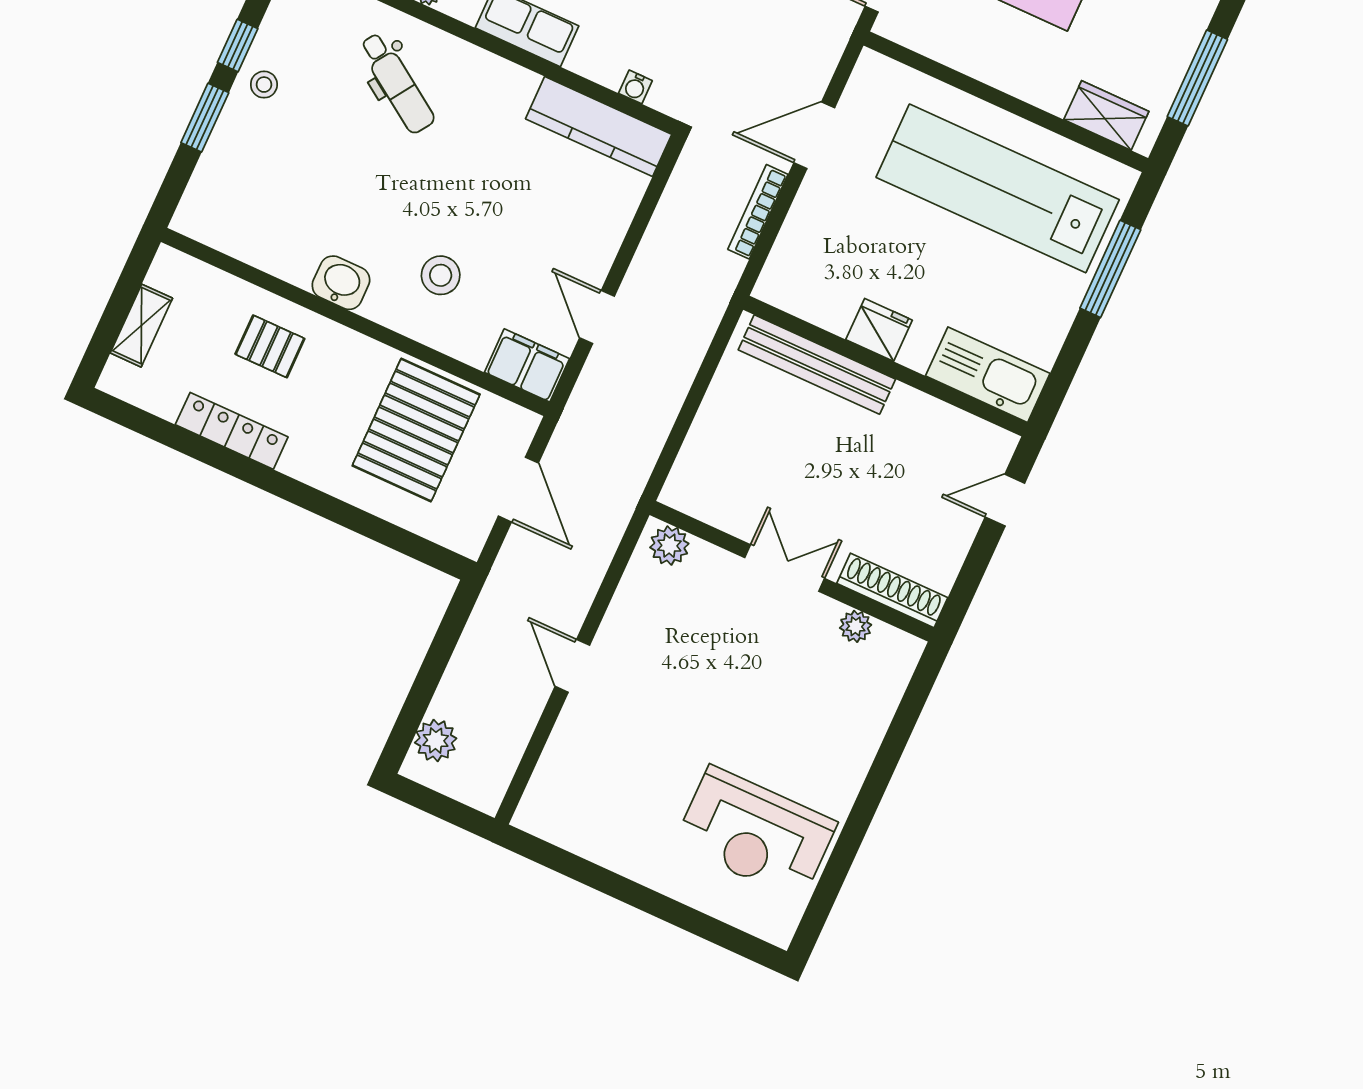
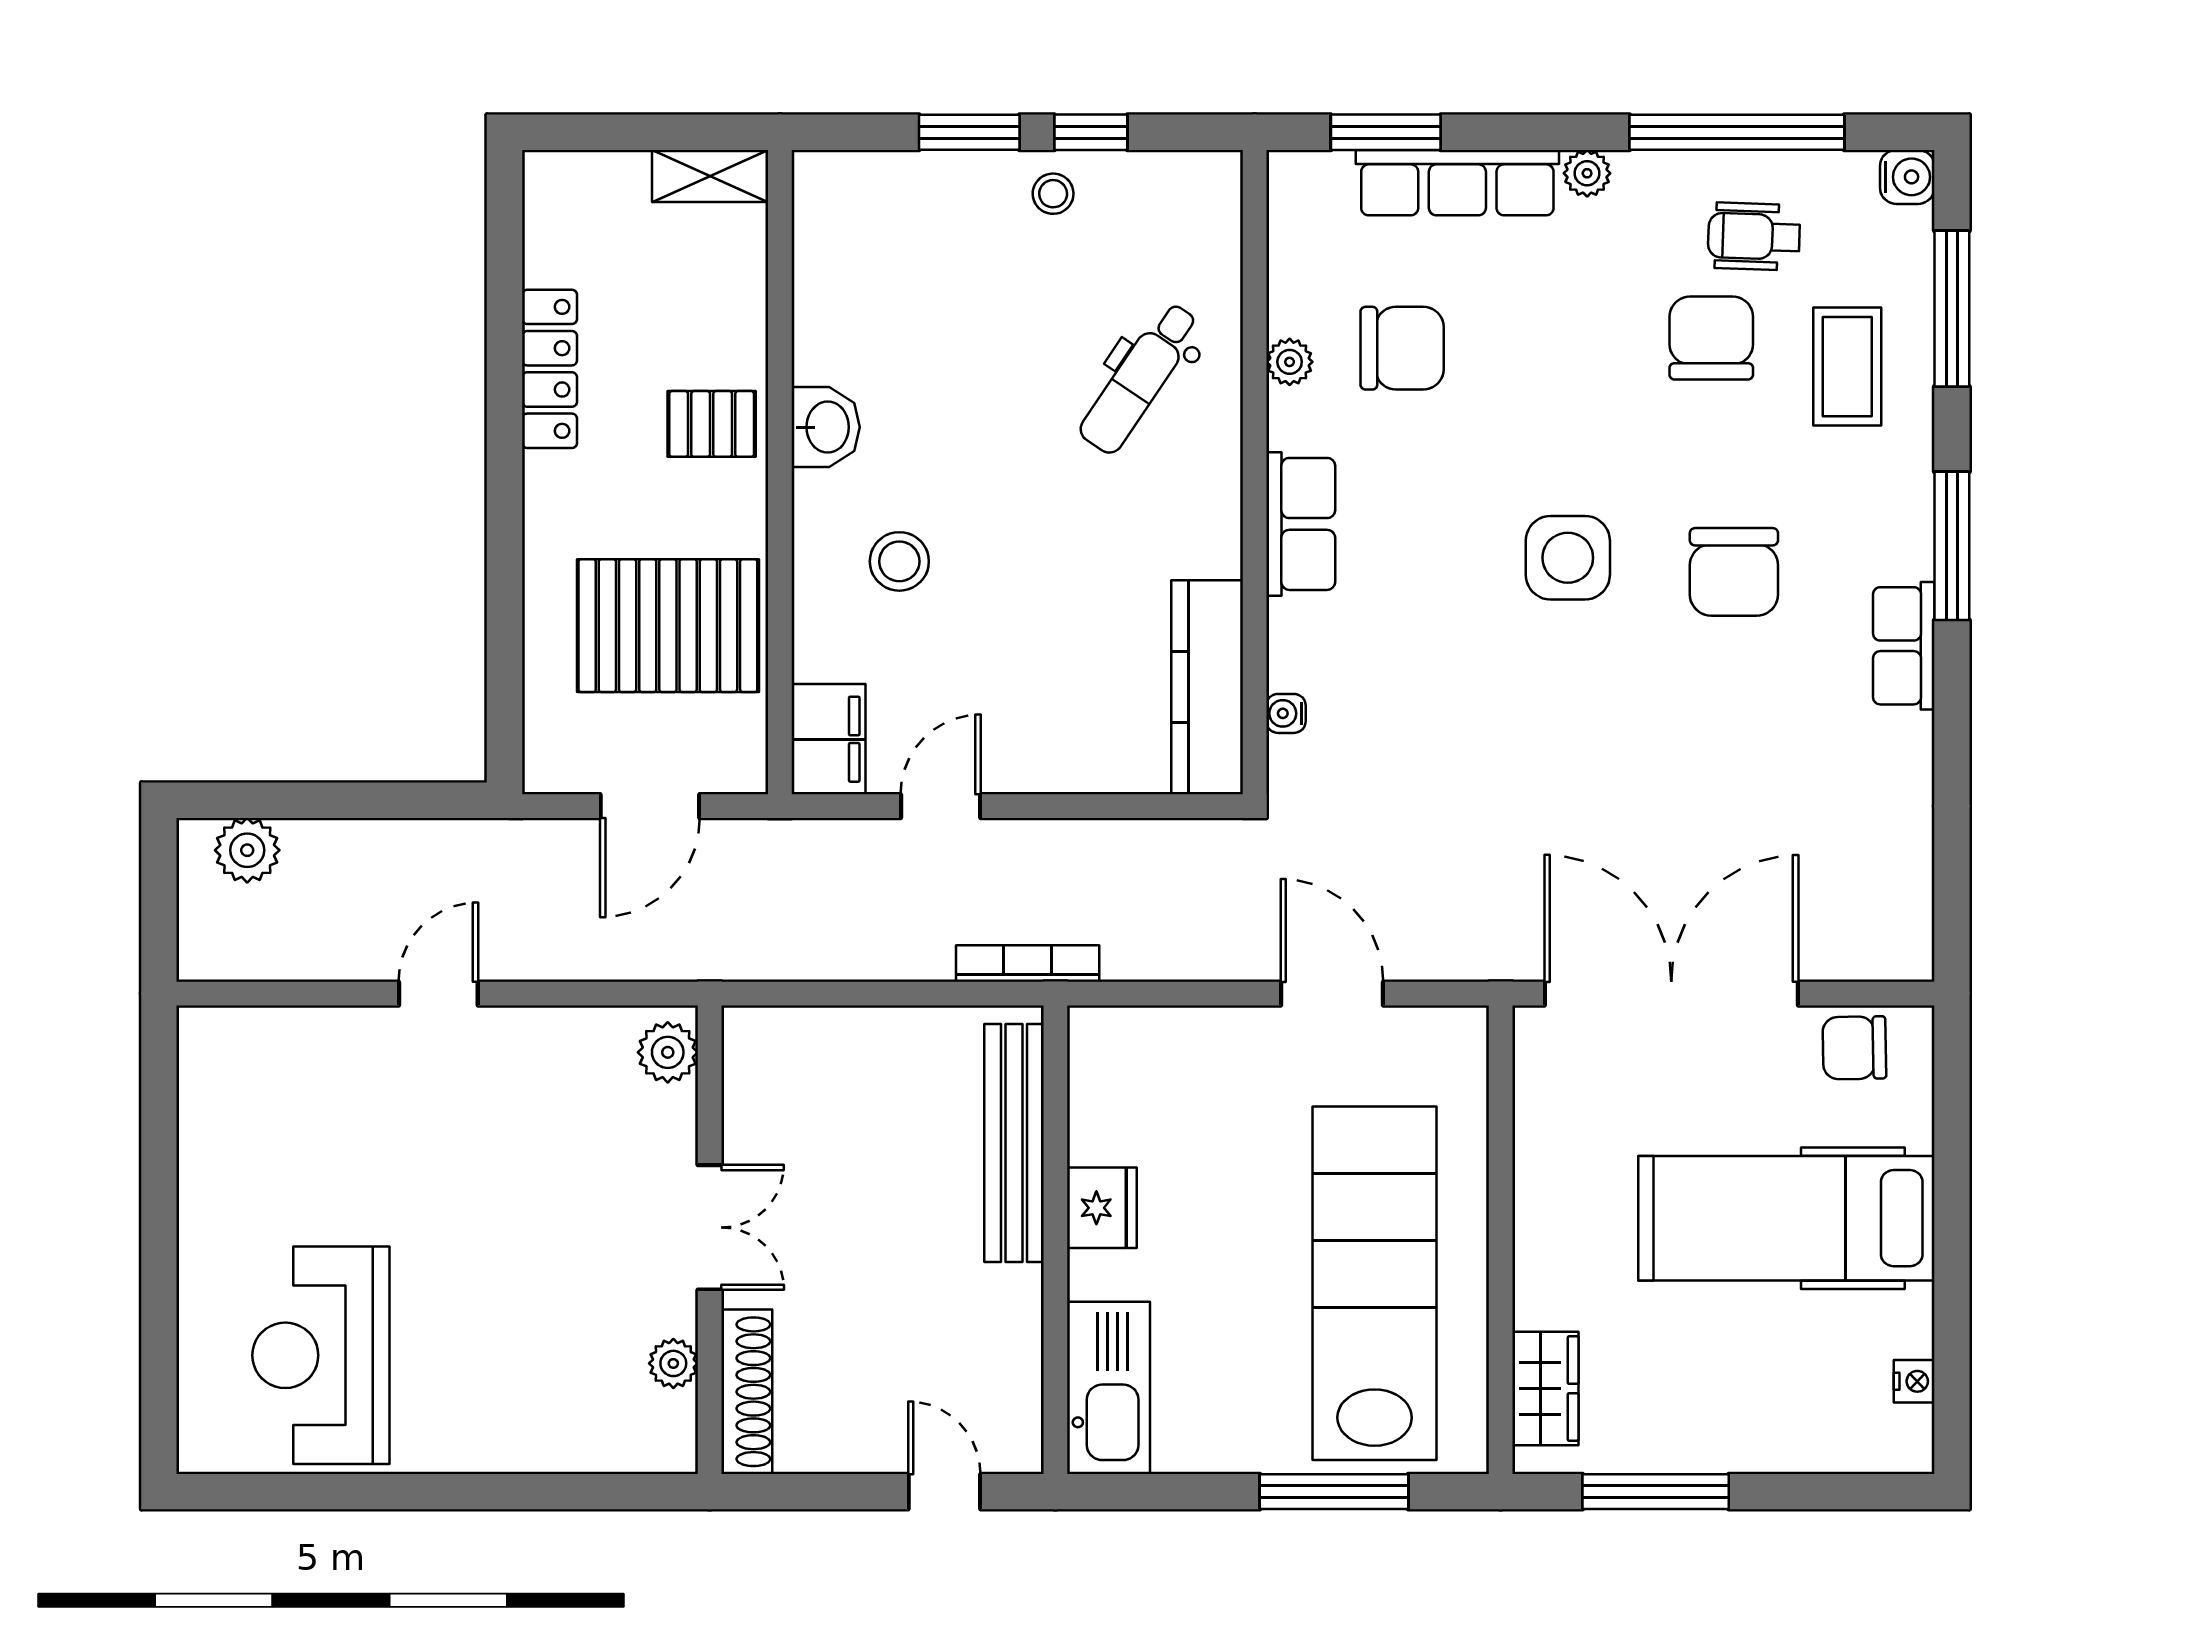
bookcase: (758, 212) -> (1028, 964), moved
shelving: (141, 326) -> (710, 176), moved
pallet: (270, 346) -> (712, 424), moved, turned 90

